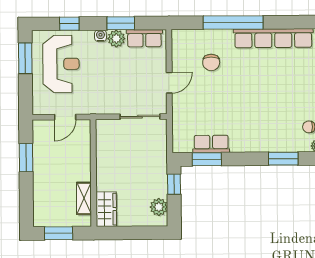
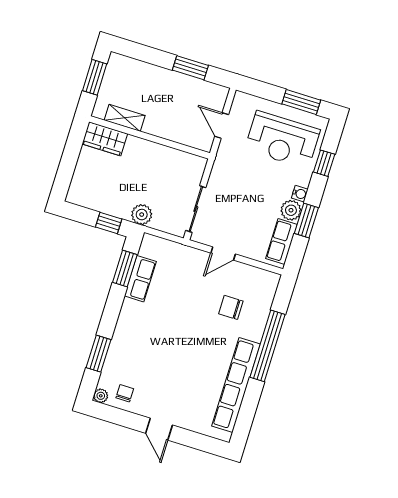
door: (169, 83) -> (223, 253), hinge flipped
plant: (159, 207) -> (142, 215), moved

